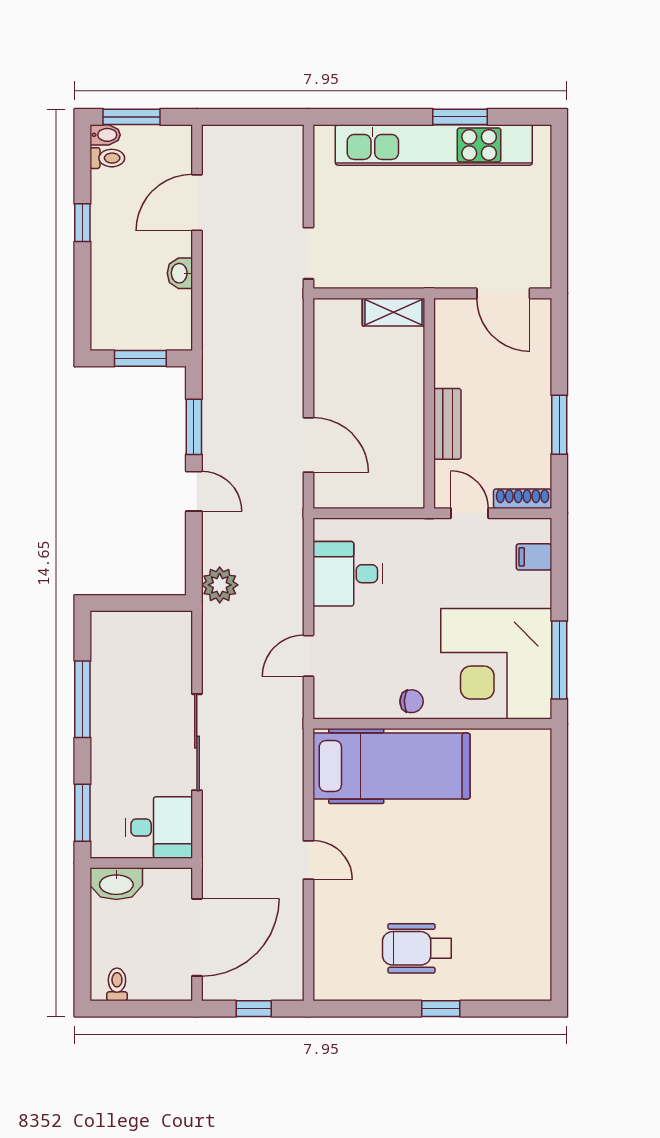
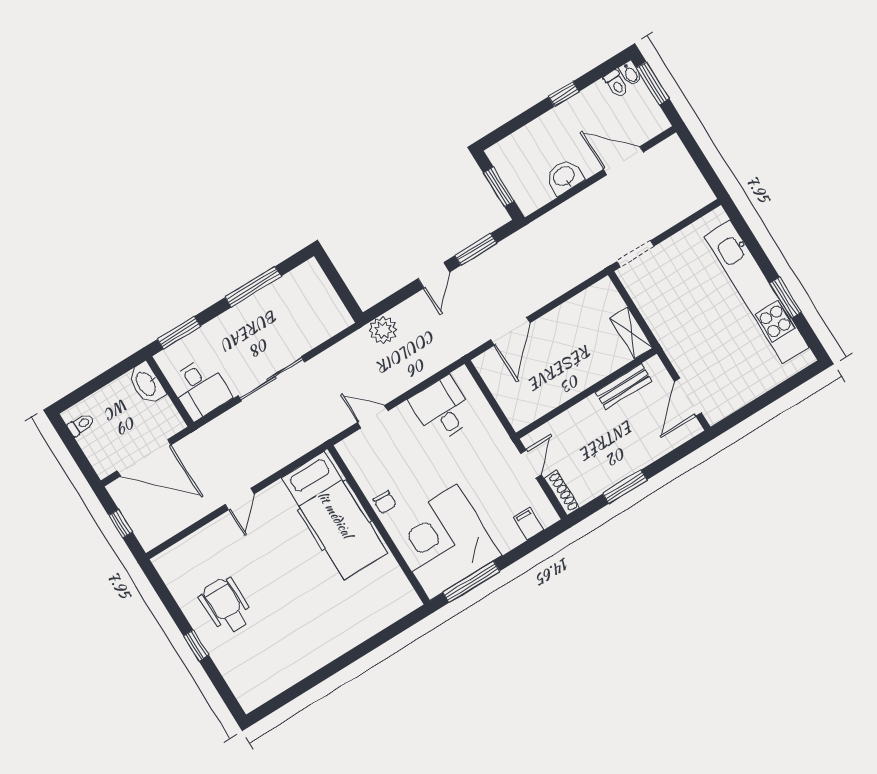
washbasin: (180, 273) -> (564, 177), width x1.38, depth x1.45
bench: (447, 424) -> (624, 386), moved

